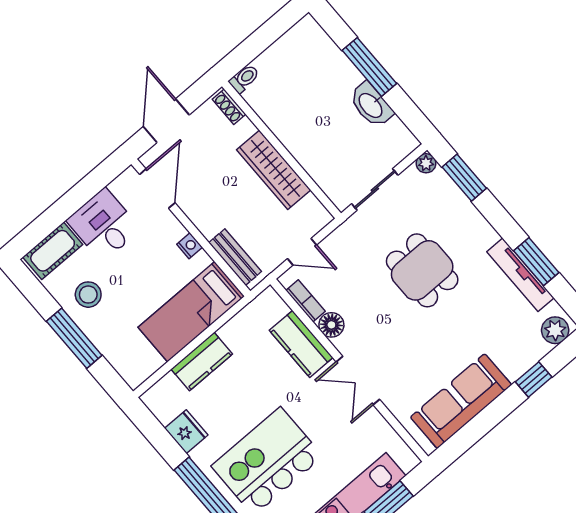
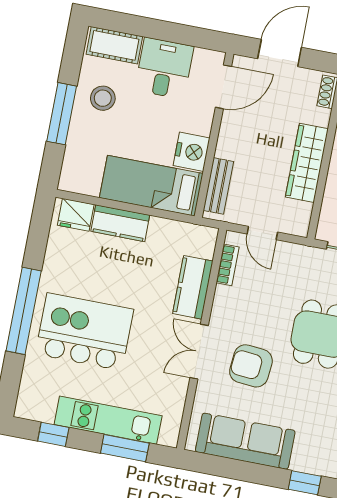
nightstand: (190, 246) -> (192, 152), width x1.89, depth x1.79
floor lamp: (331, 325) -> (225, 299), removed
armchair: (403, 347) -> (251, 366), added
fridge: (186, 432) -> (76, 215), moved, turned 90

